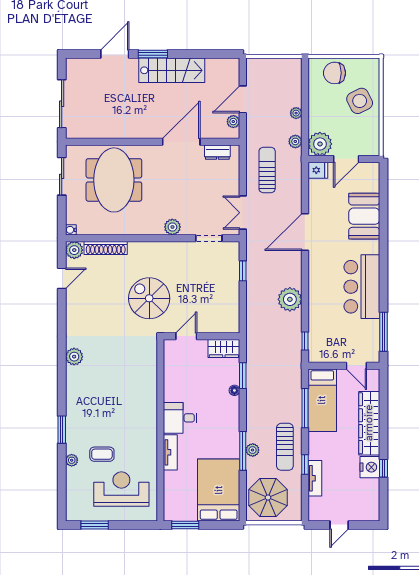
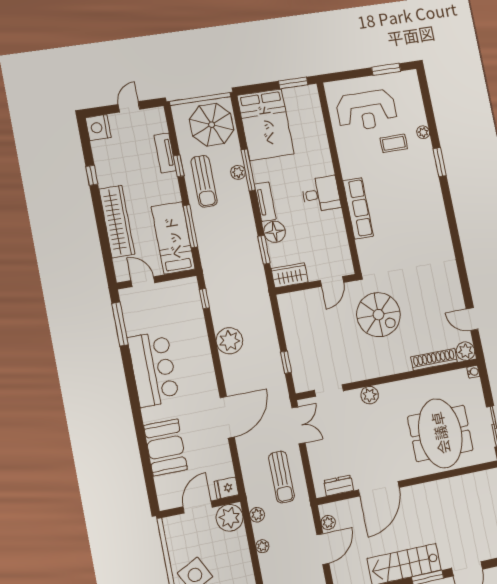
door: (62, 278) -> (472, 319), hinge flipped
plant: (74, 357) -> (443, 240), removed
floor lamp: (234, 390) -> (275, 232), width x1.89, depth x1.89
row of seats: (148, 399) -> (358, 208), added
sun lounger: (285, 447) -> (204, 181), turned 180
tv unit: (170, 452) -> (265, 202), moved, turned 180
nightstand: (370, 467) -> (98, 128), moved

